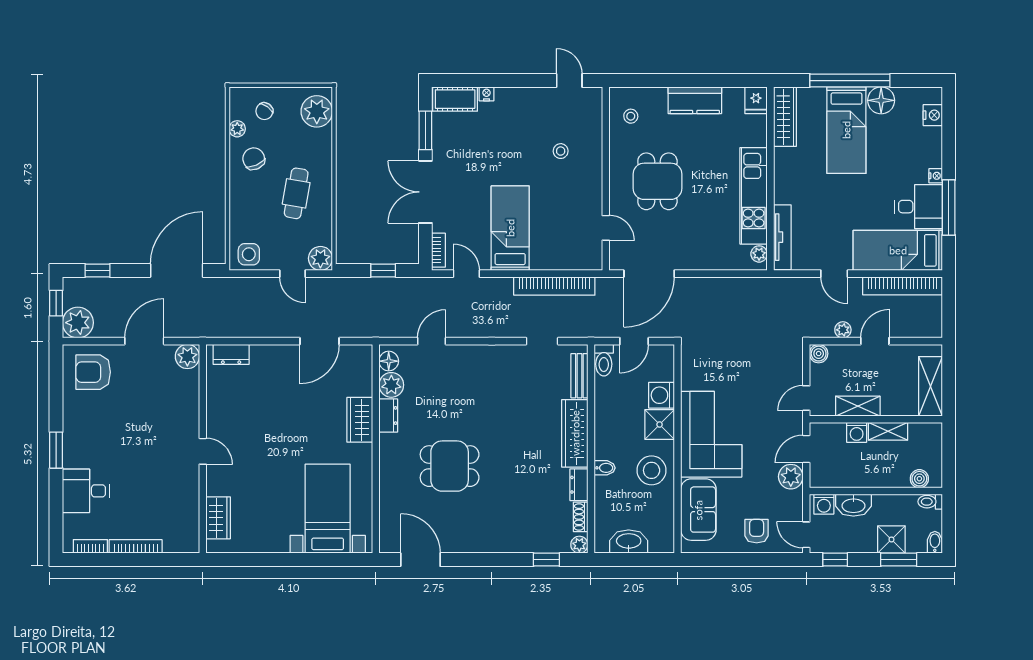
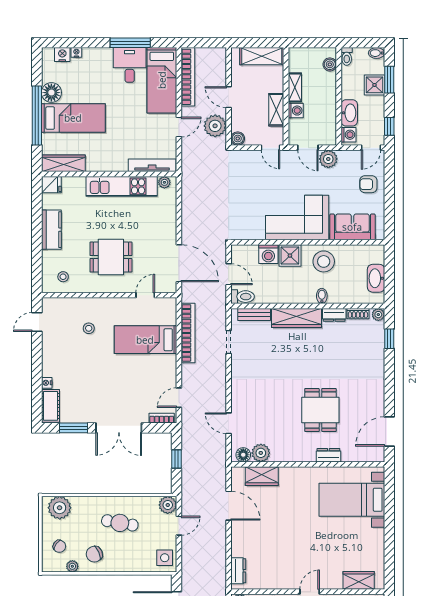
nightstand: (936, 176) -> (76, 52), moved
bed: (510, 228) -> (145, 340), moved
plant: (843, 330) -> (215, 126), width x1.88, depth x1.88
dresser: (388, 416) -> (328, 455), moved
wardrobe: (360, 420) -> (262, 476), moved

